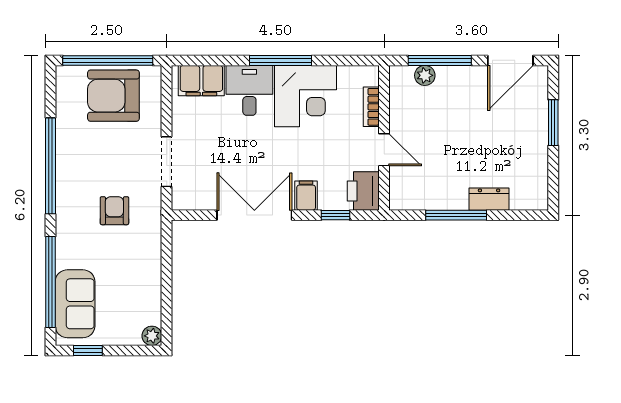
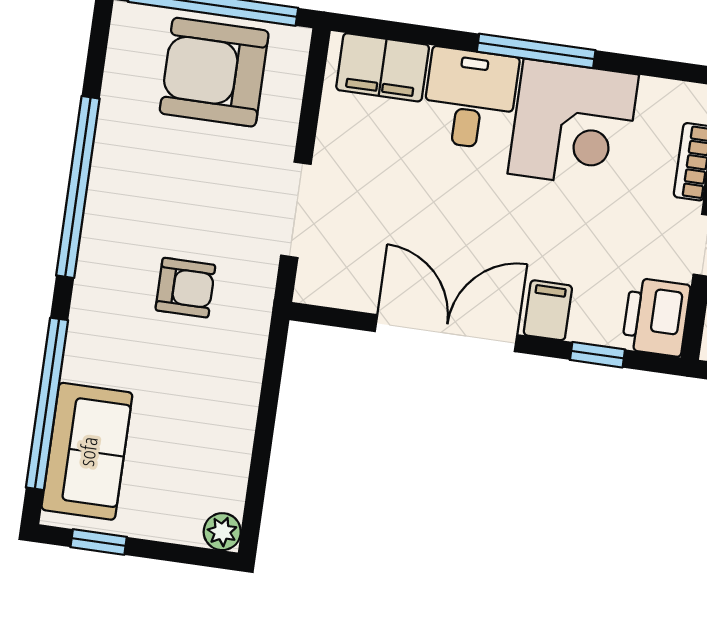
armchair: (114, 211) -> (185, 288), turned 90

